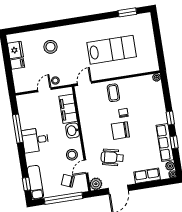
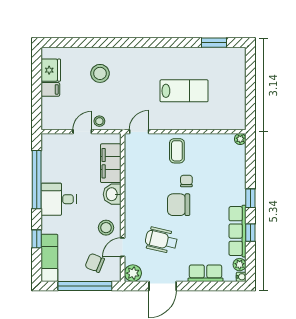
lab bench: (112, 50) -> (184, 91), width x0.73, depth x0.72
window: (18, 129) -> (37, 180), width x1.46
window: (26, 184) -> (37, 239), moved

